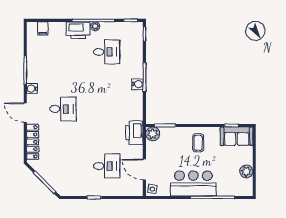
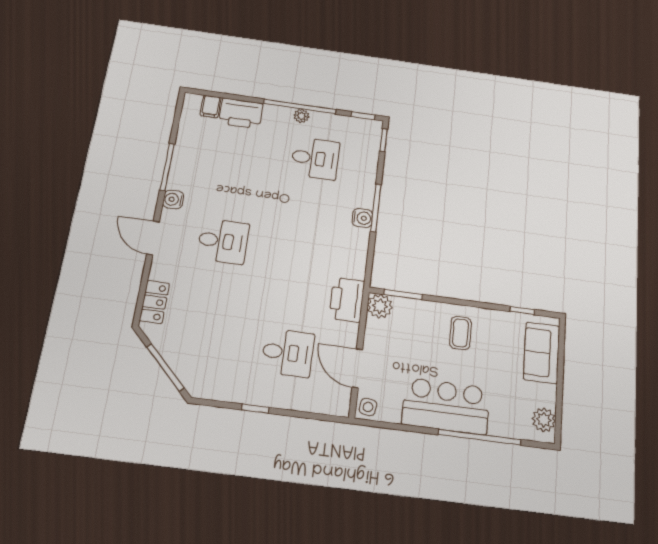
printer: (78, 30) -> (241, 113), moved
sofa: (237, 136) -> (542, 353), moved, turned 90
locker: (33, 142) -> (154, 302), width x0.66
plant: (246, 171) -> (544, 420), moved

